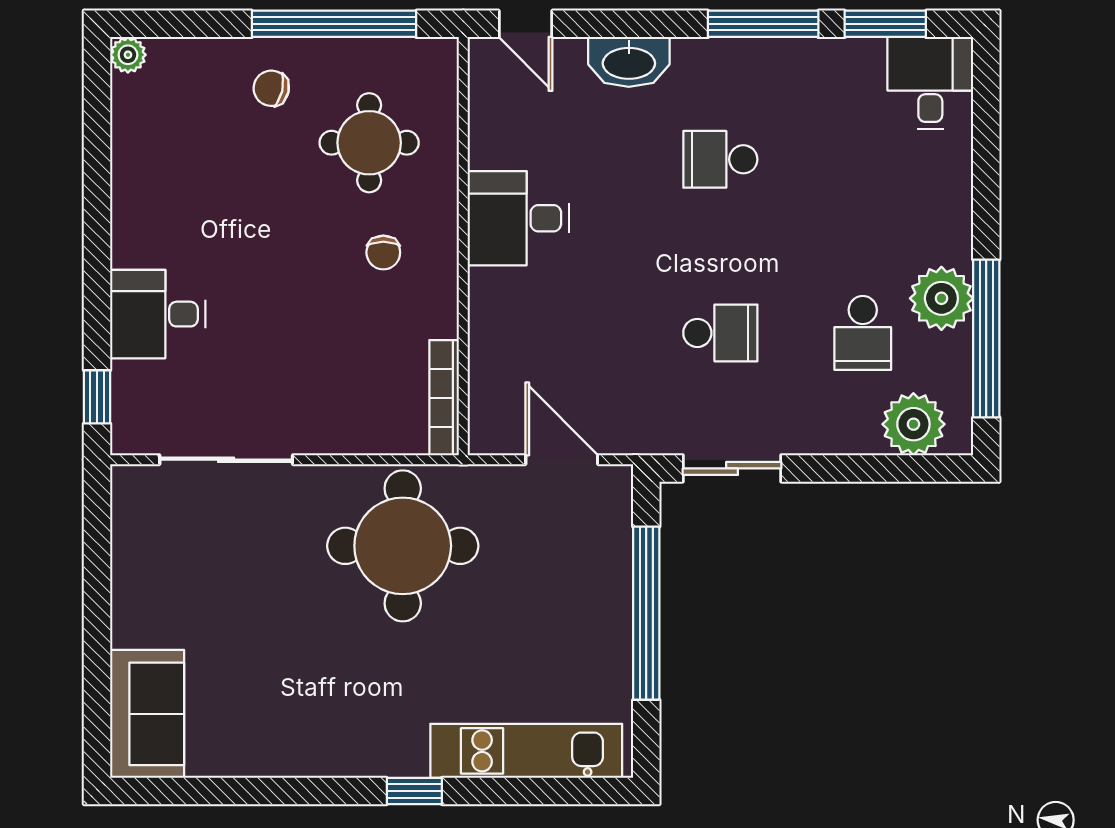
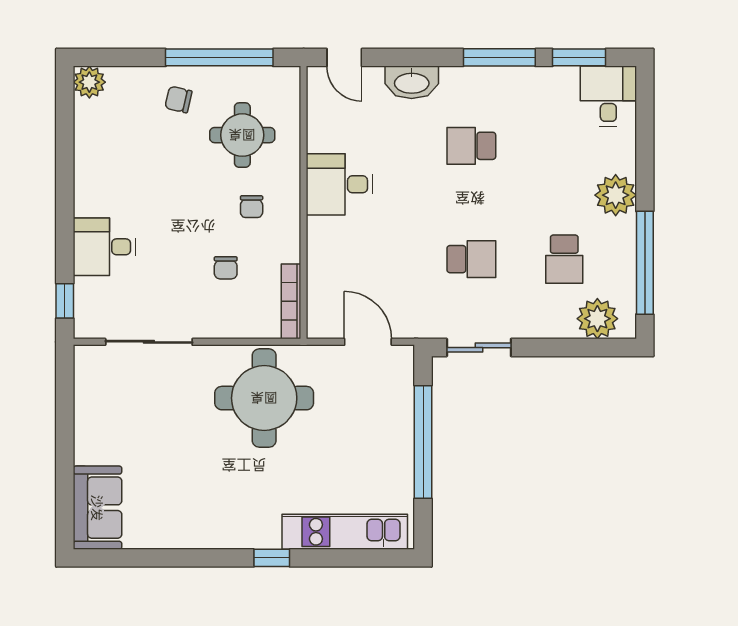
plant: (128, 55) -> (89, 82), width x1.38, depth x1.38
plant: (941, 298) -> (616, 195), moved
chair: (344, 346) -> (226, 268), added

